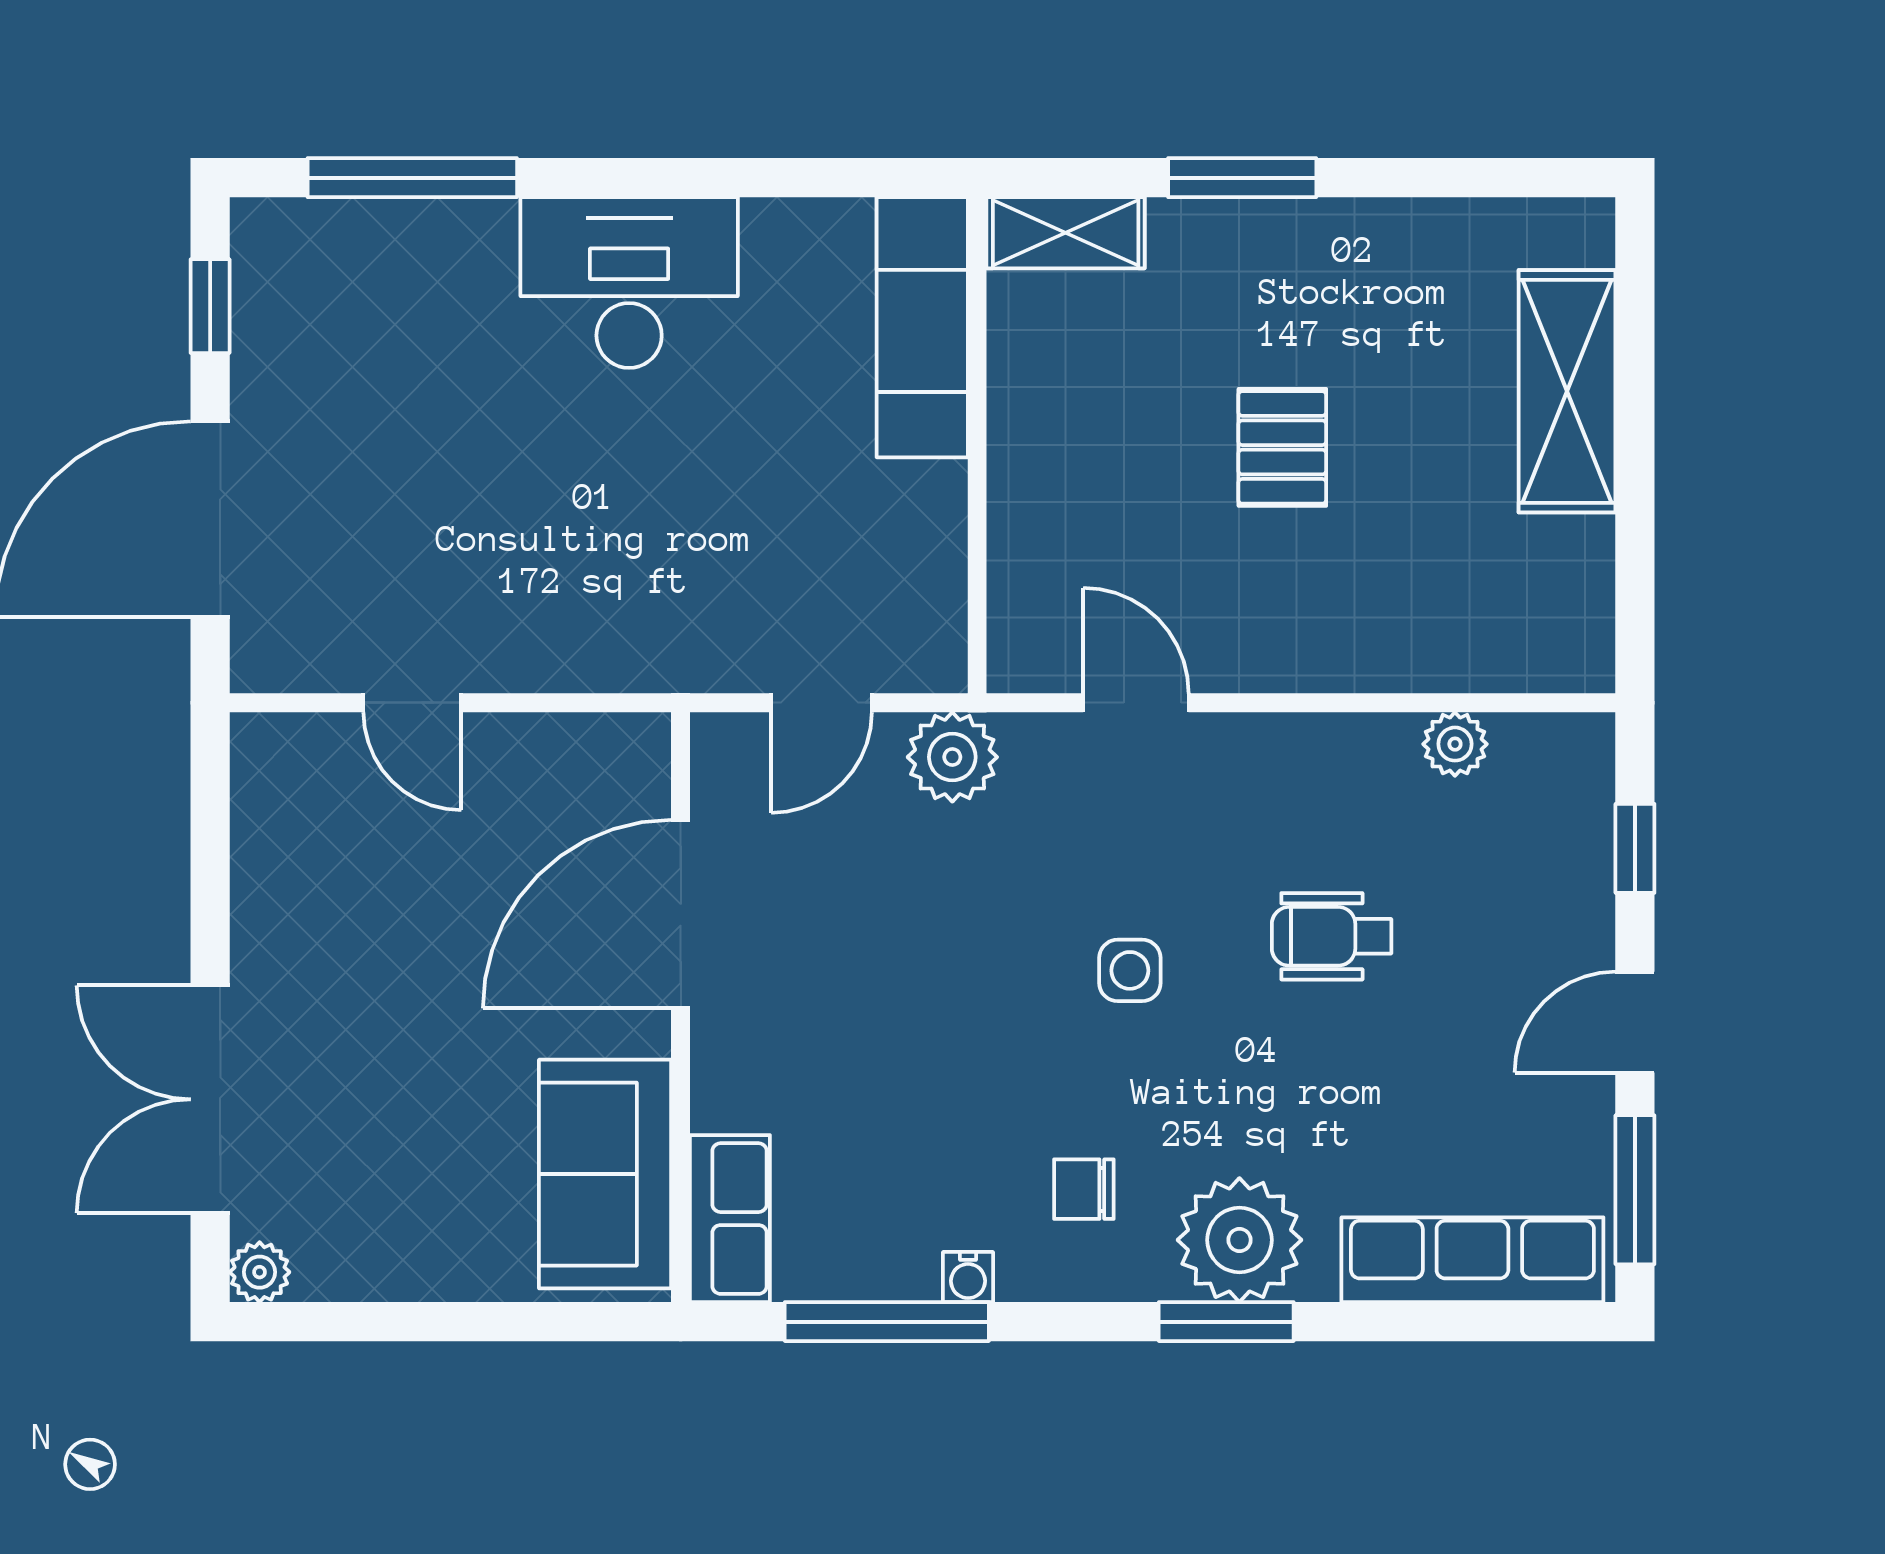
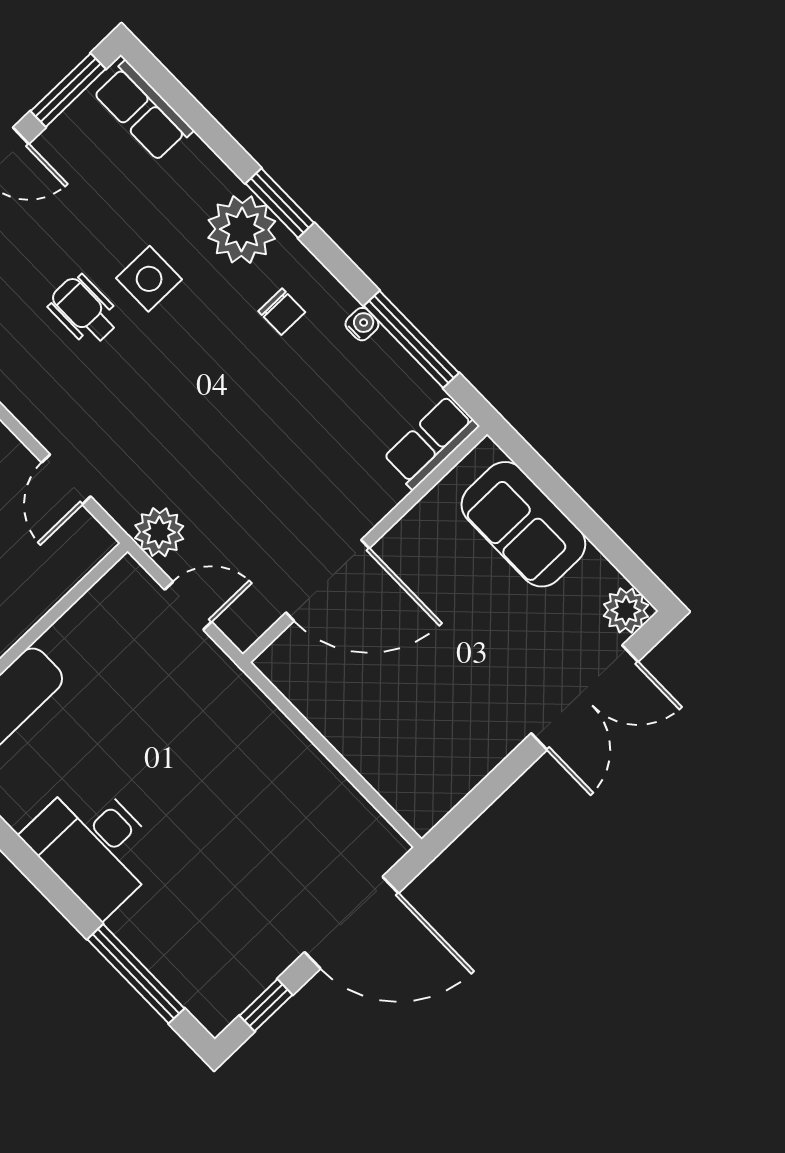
door: (412, 703) -> (347, 770), removed
wheelchair: (1332, 936) -> (84, 310), turned 180
side table: (1130, 970) -> (149, 279), moved, width x1.37, depth x1.37
sofa: (605, 1174) -> (523, 524), moved, turned 90
row of seats: (1472, 1260) -> (143, 111), width x0.68
plant: (260, 1272) -> (626, 610), width x1.38, depth x1.38

